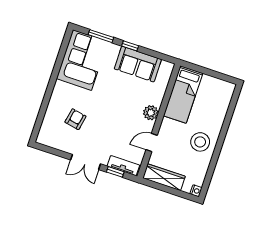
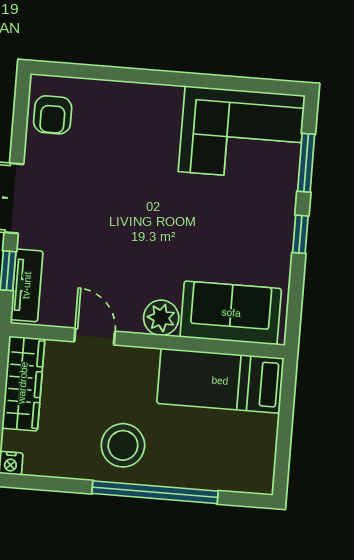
sofa: (138, 64) -> (231, 313), moved, turned 90
armchair: (75, 119) -> (53, 115), moved, turned 79
window: (223, 133) -> (155, 492), added

